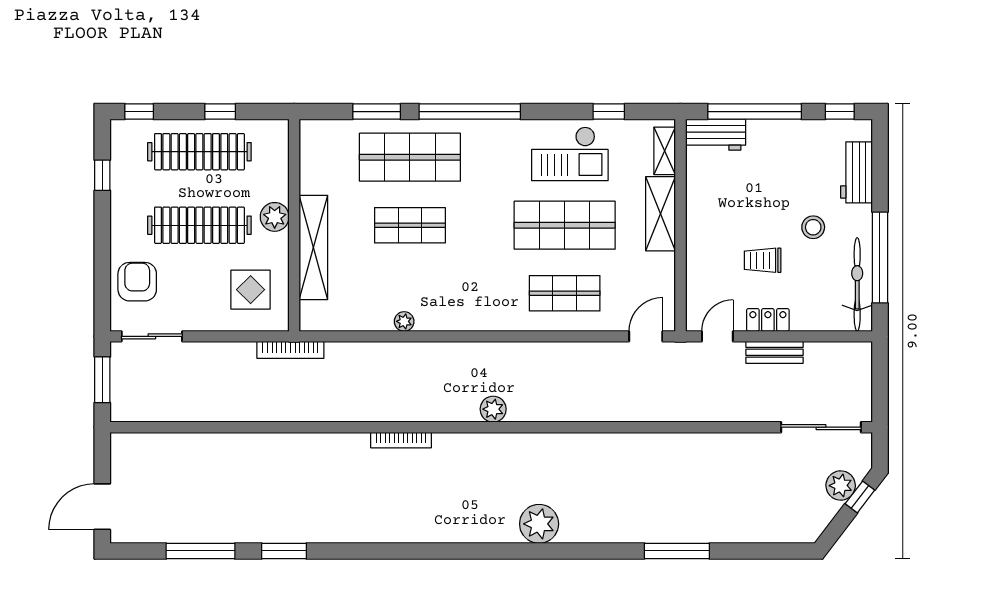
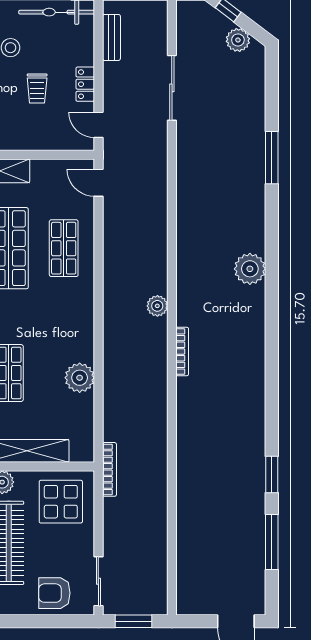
display table: (251, 290) -> (61, 502), width x1.36, depth x1.36
plant: (404, 321) -> (80, 378), width x1.88, depth x1.88
bench: (774, 352) -> (111, 37), moved
sliding door: (821, 427) -> (172, 88), moved
bookcase: (401, 440) -> (182, 351), moved
plant: (841, 485) -> (238, 40), moved

